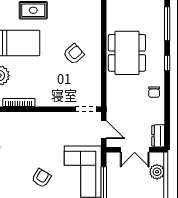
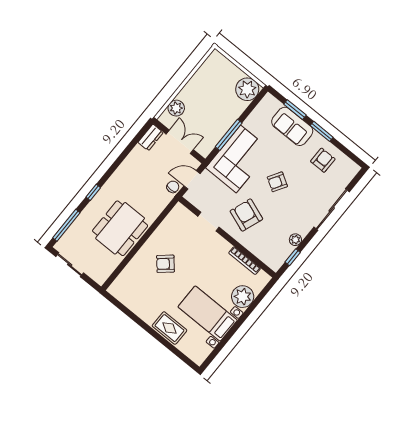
chair: (154, 92) -> (173, 187), moved
doorway: (86, 109) -> (208, 222), moved
door: (104, 130) -> (192, 180), hinge flipped
armchair: (44, 136) -> (246, 215), added

